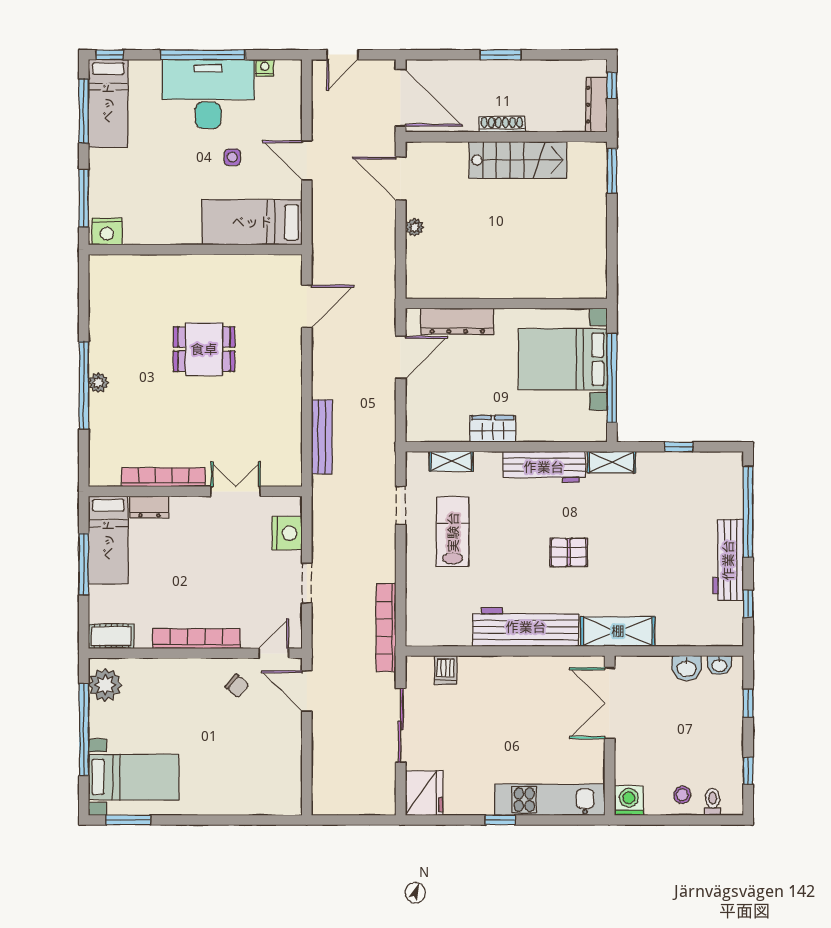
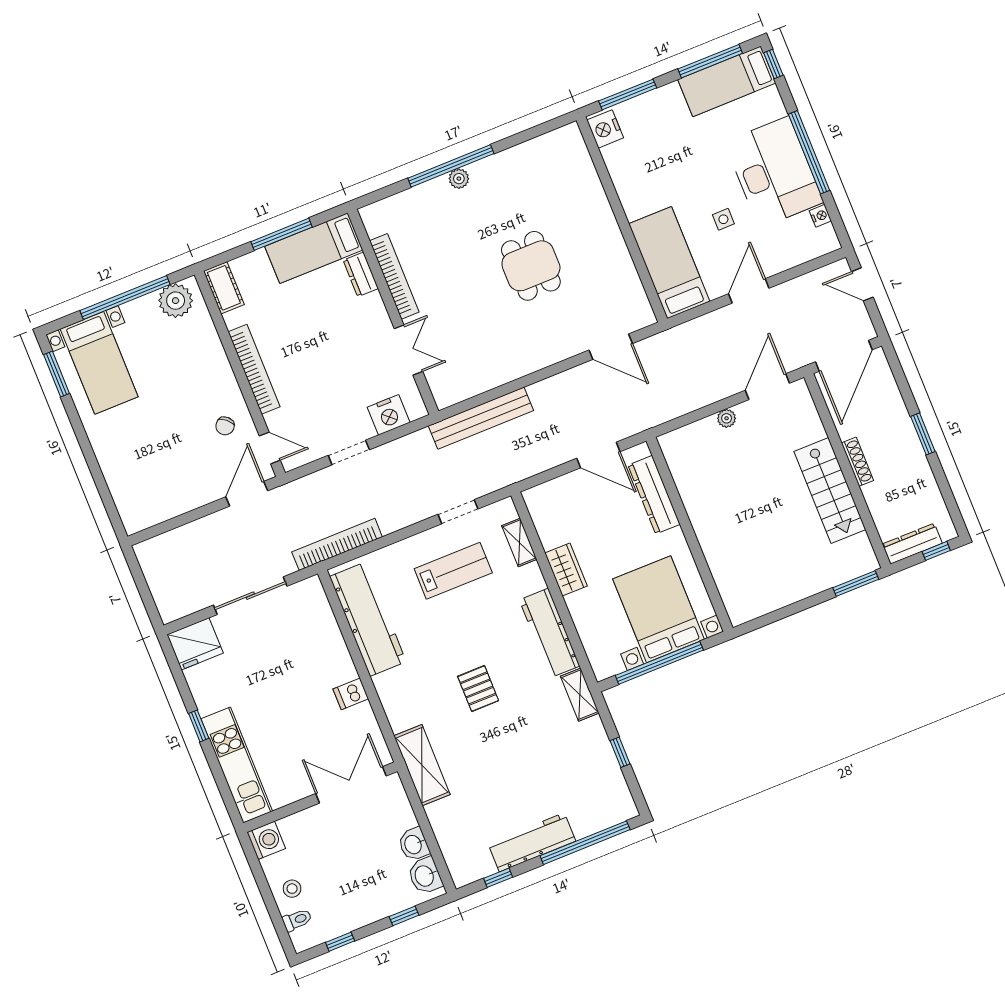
bench: (322, 437) -> (481, 418), width x1.37, depth x1.21
workbench: (526, 627) -> (368, 619), moved
washbasin: (719, 665) -> (425, 876), width x1.38, depth x1.45
dishwasher: (446, 670) -> (351, 694), moved

